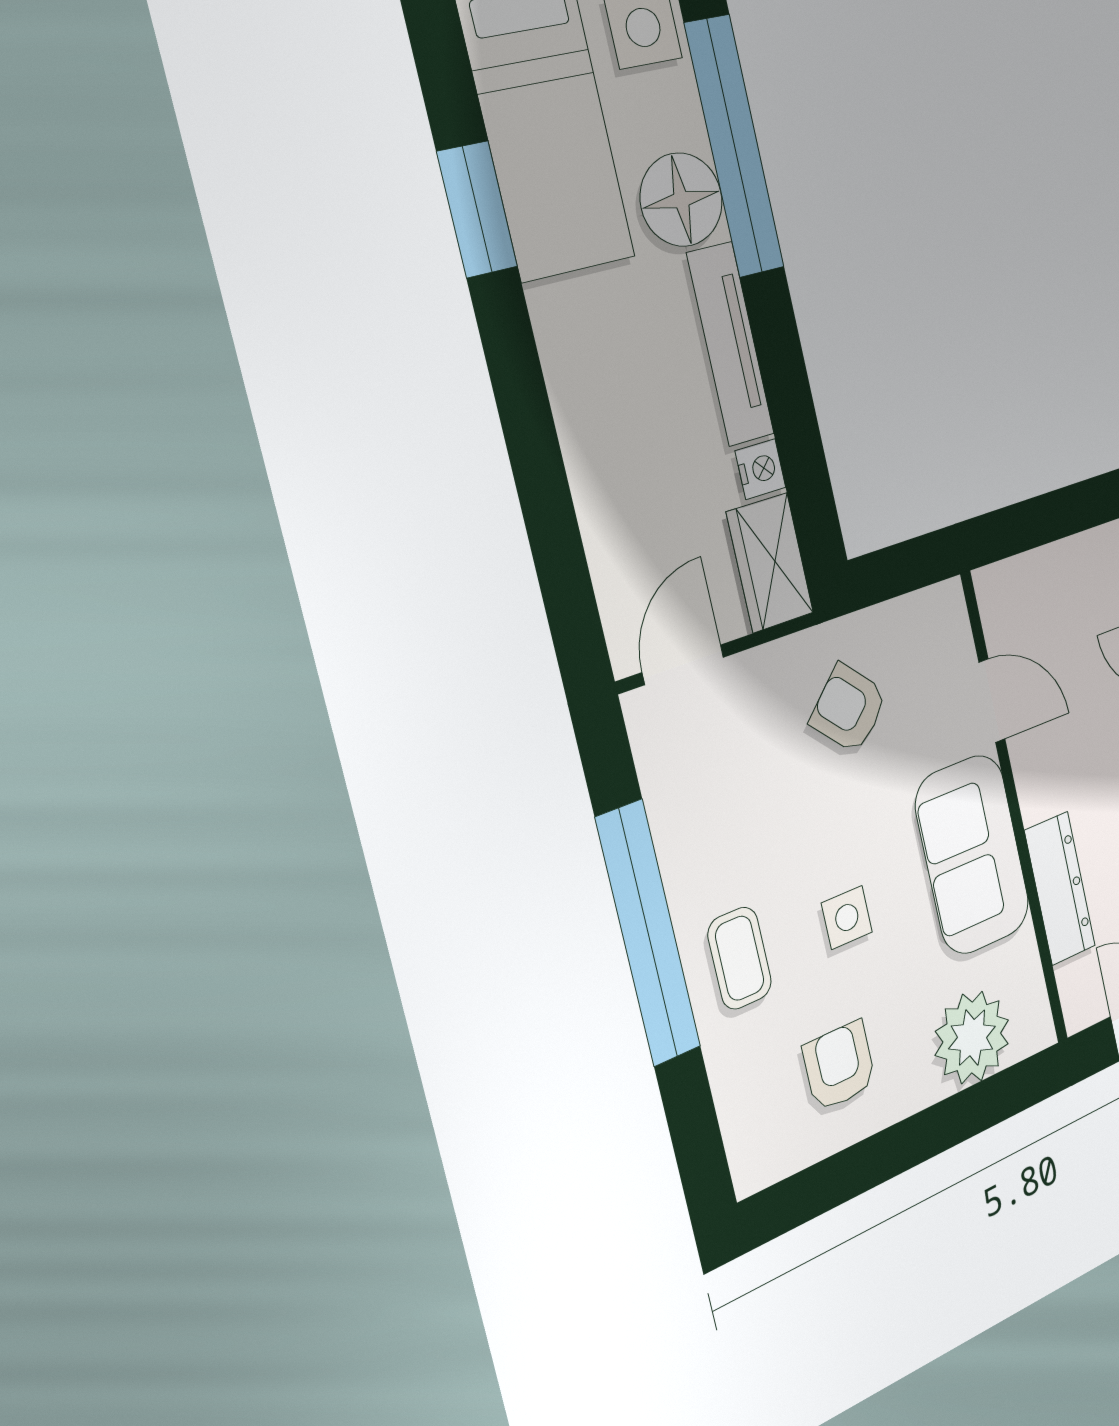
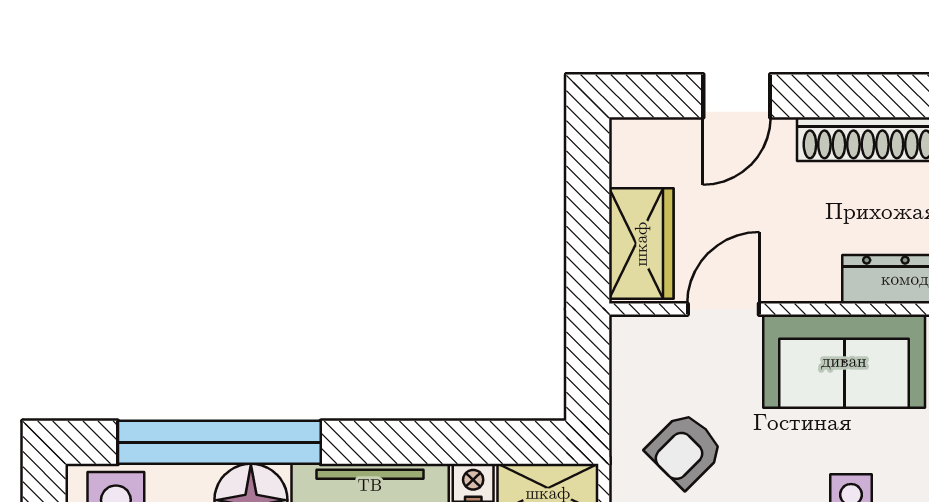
wardrobe: (1032, 587) -> (641, 244), added

